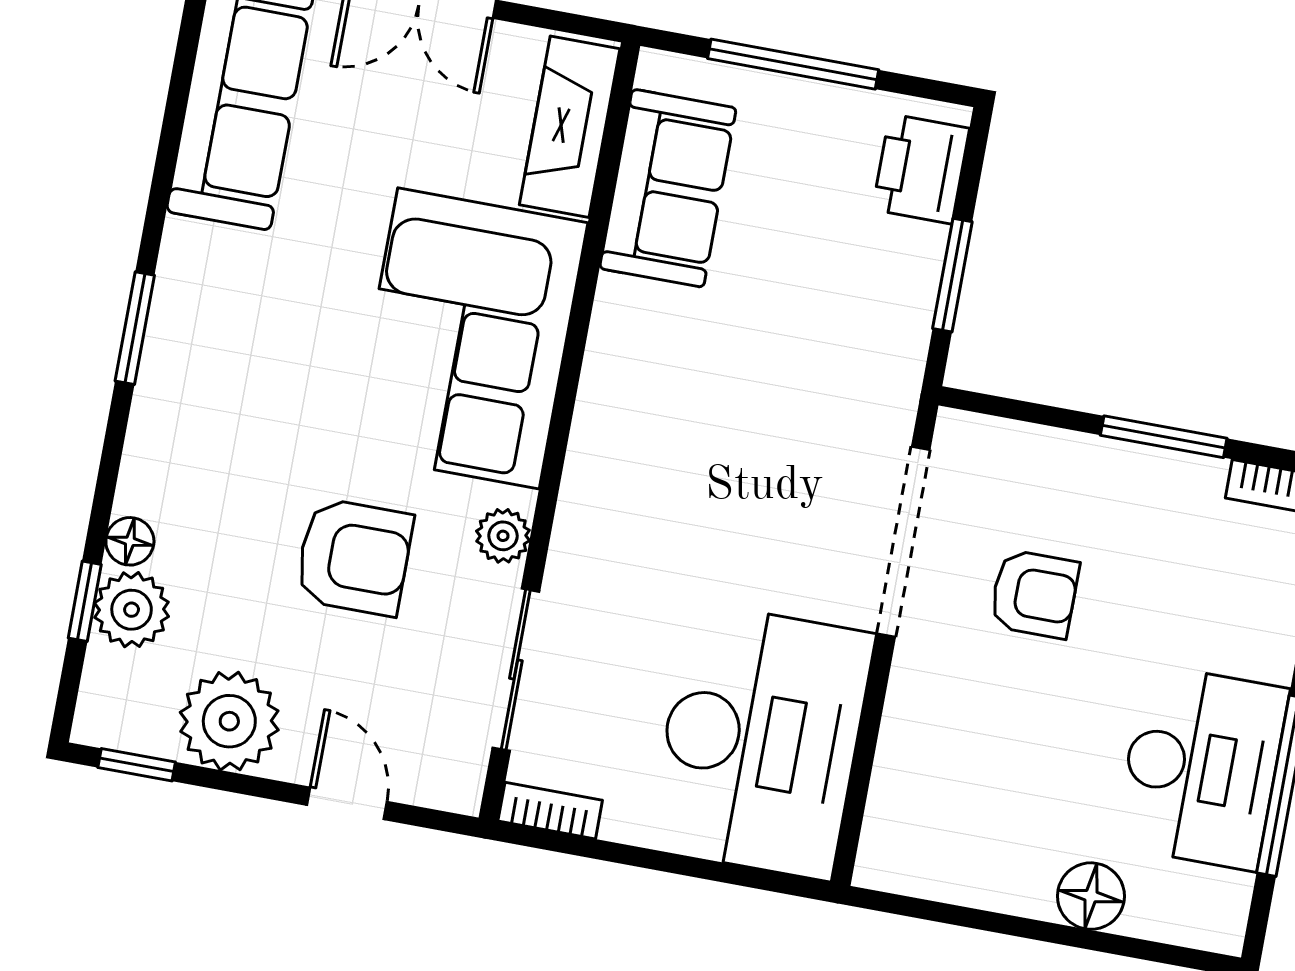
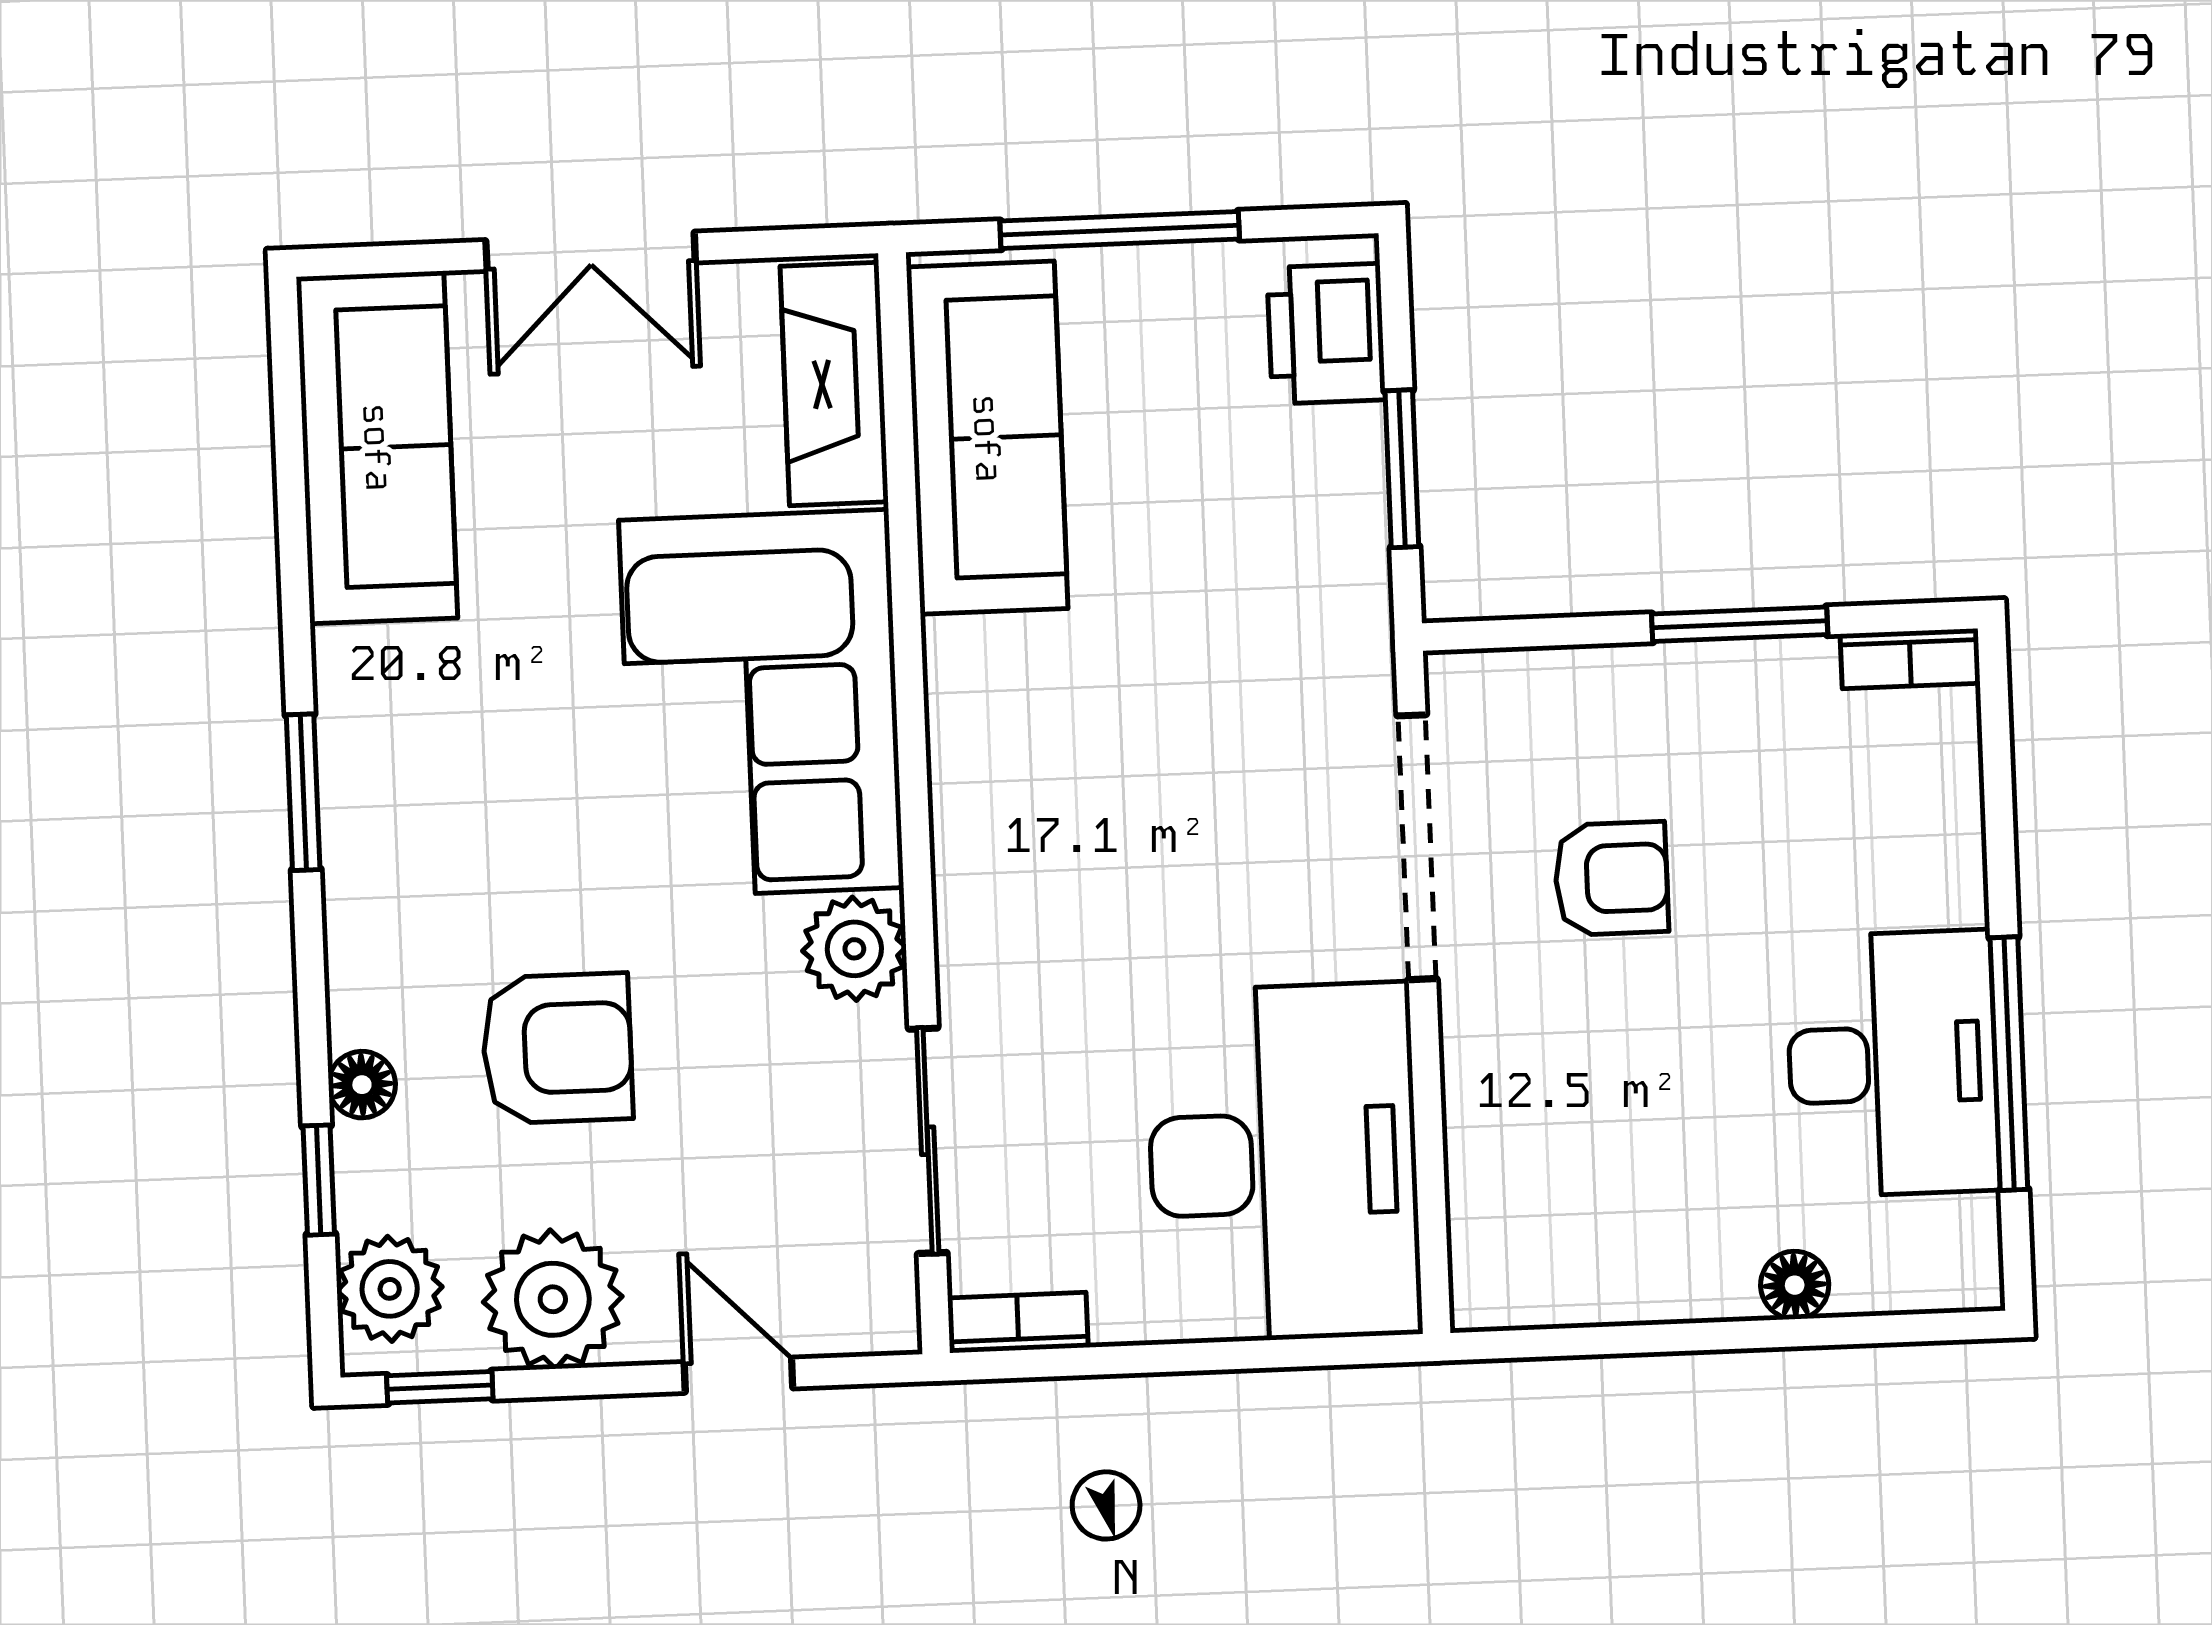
sofa: (668, 188) -> (987, 438), width x1.36
plant: (503, 536) -> (854, 949), width x1.38, depth x1.38
armchair: (354, 557) -> (557, 1048), moved
plant: (132, 610) -> (390, 1289), moved
floor lamp: (1091, 896) -> (1795, 1285), width x0.73, depth x0.73

